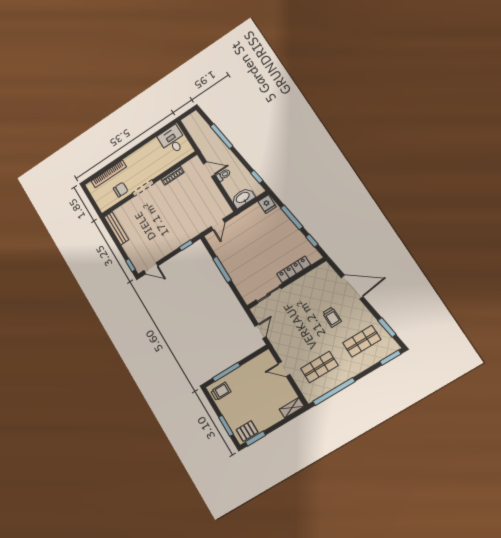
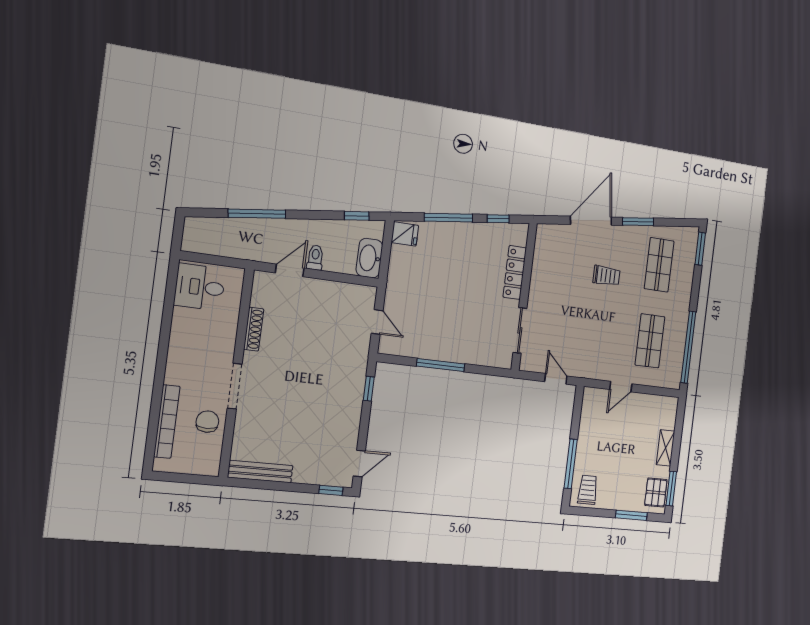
window: (387, 327) -> (638, 222), moved
shelving: (292, 408) -> (666, 448), moved

